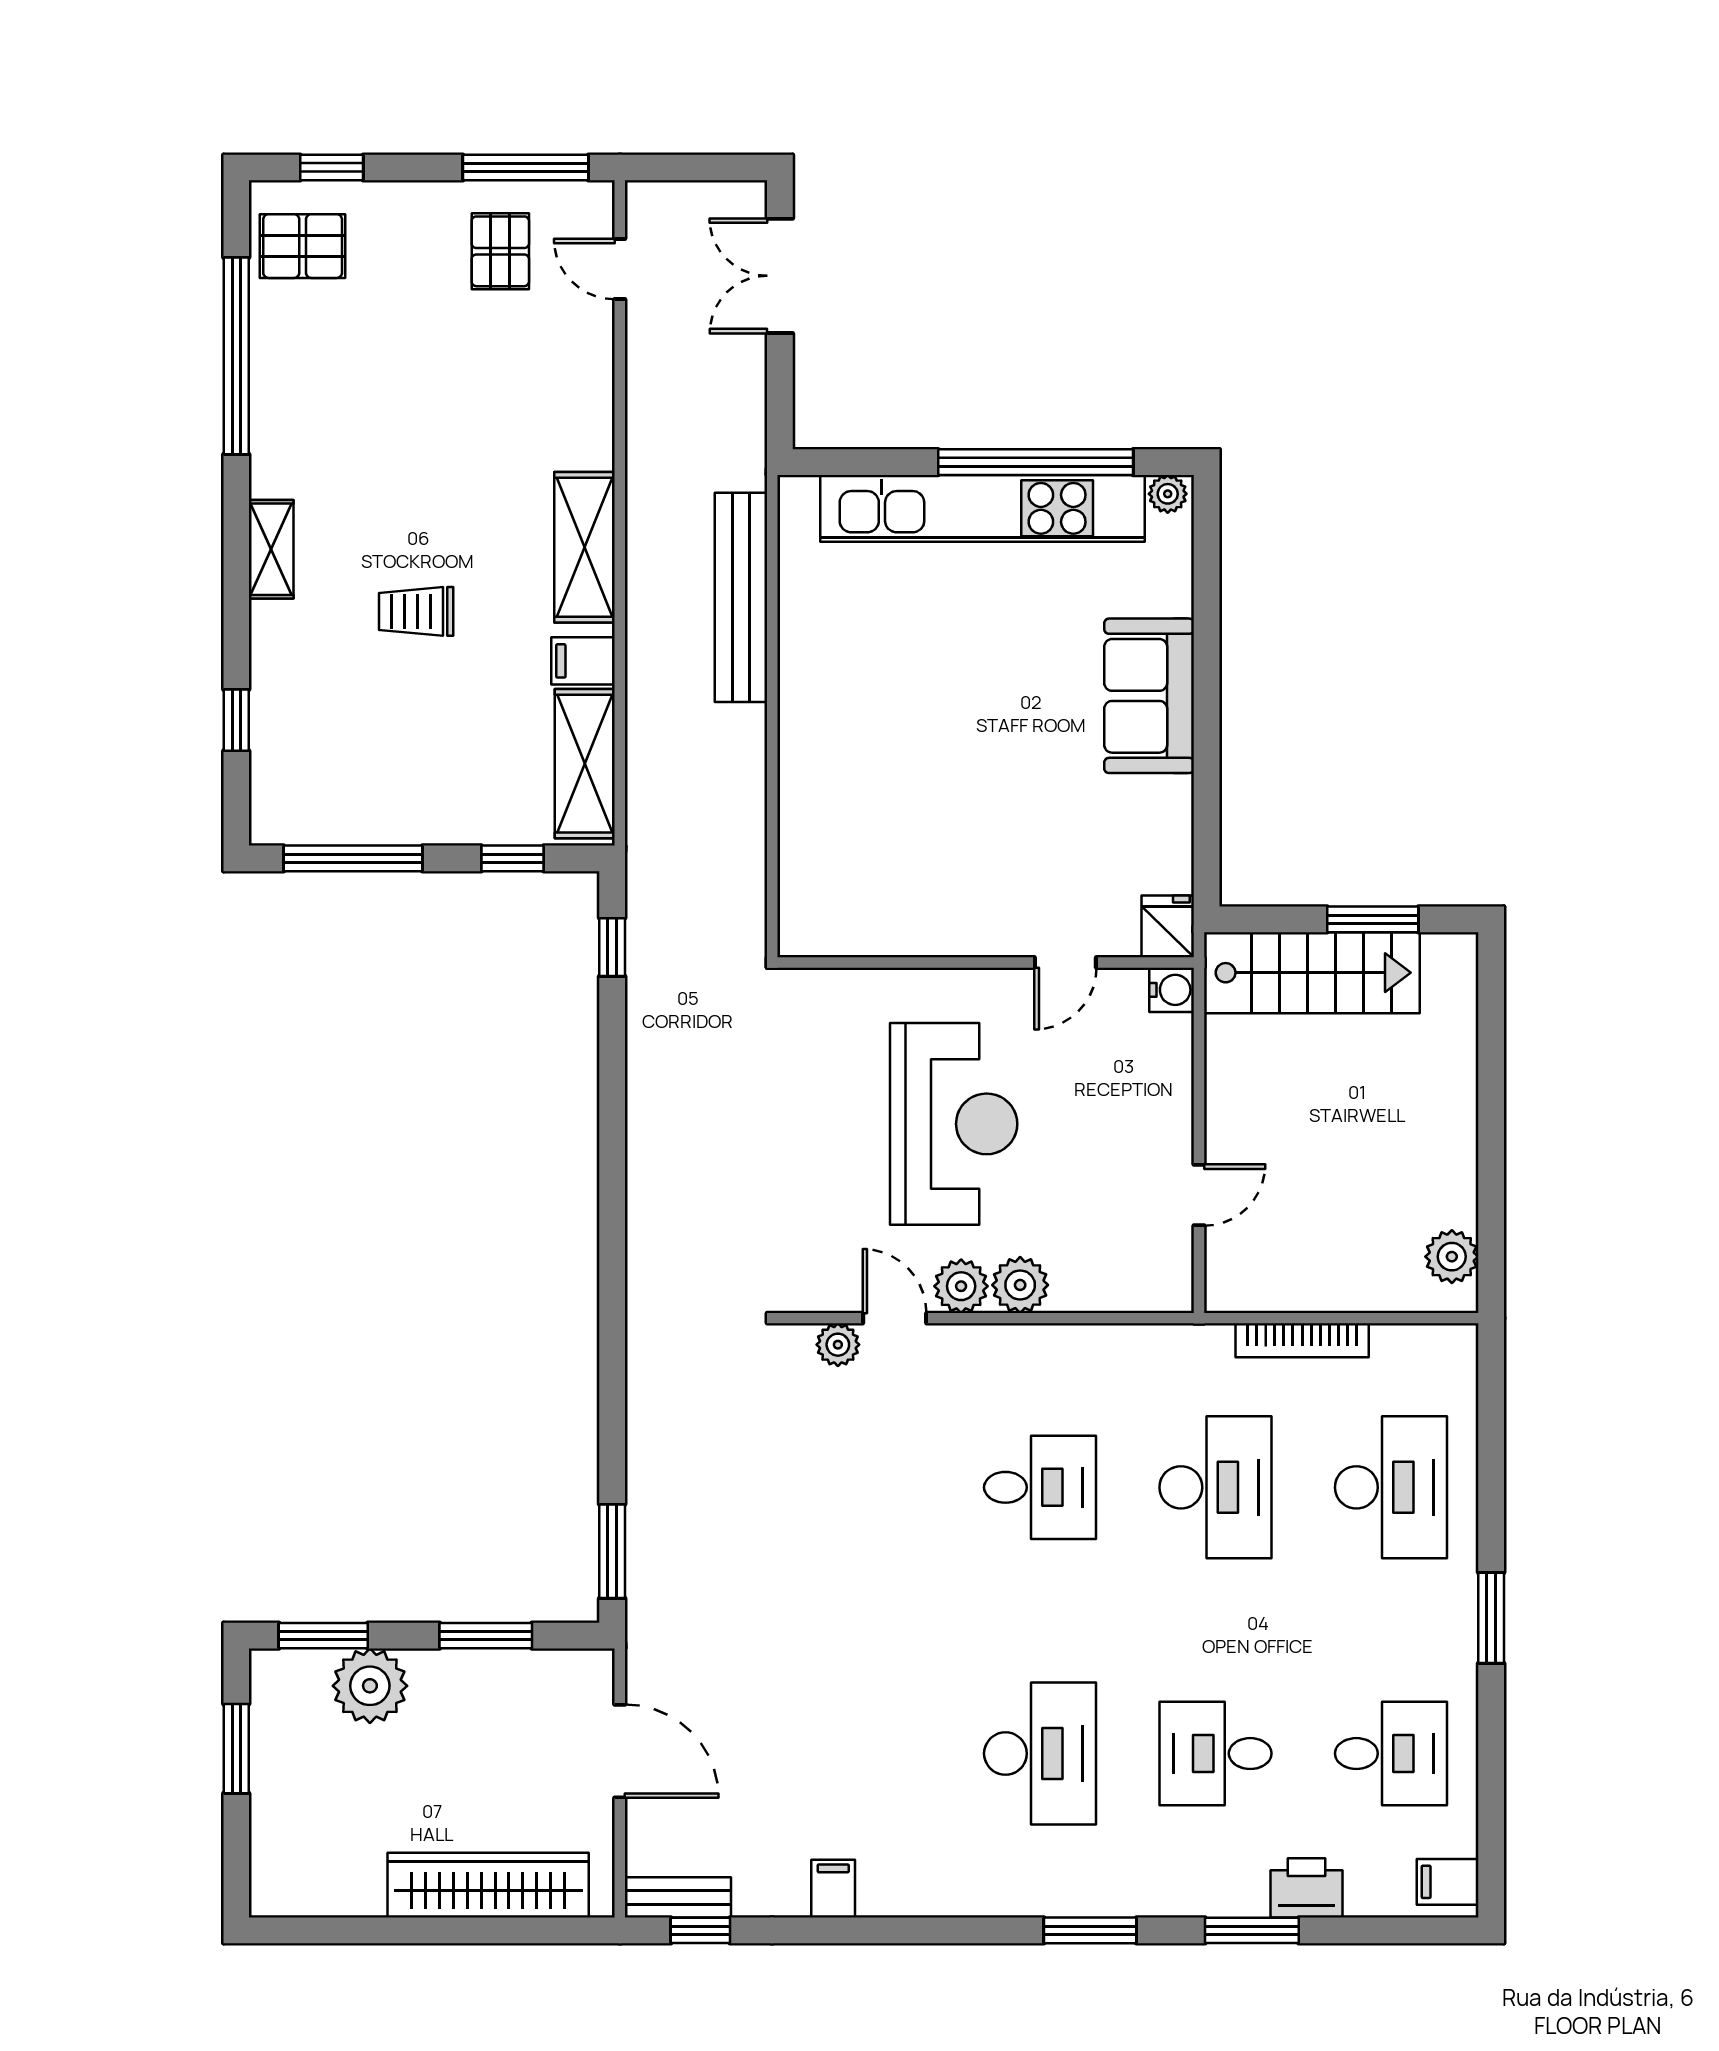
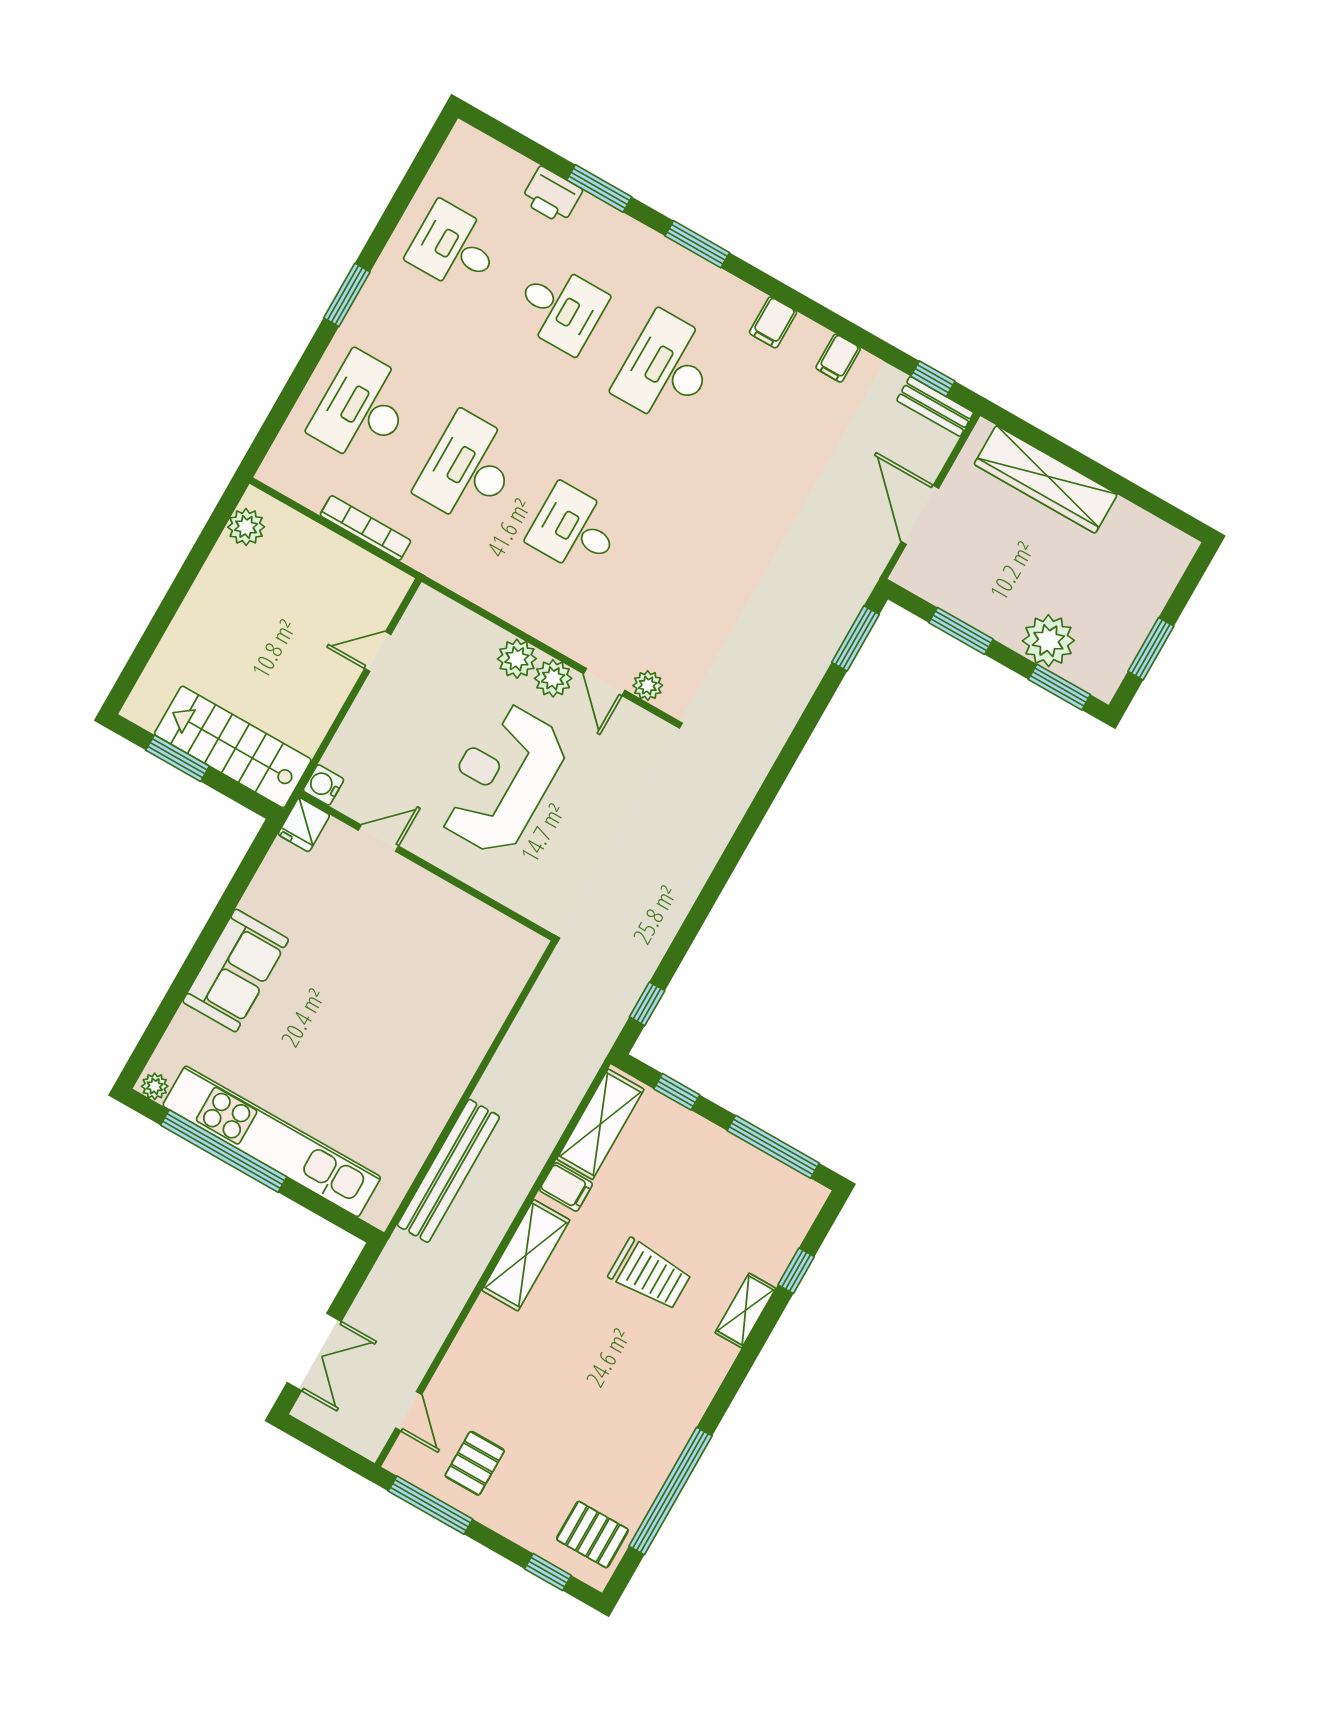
shelving: (271, 549) -> (745, 1310), moved
trolley: (416, 611) -> (650, 1274), width x1.36, depth x1.39
filing cabinet: (1448, 1882) -> (773, 322), moved, turned 90

